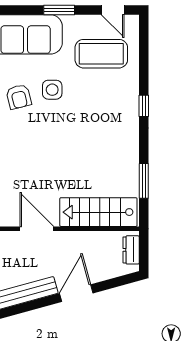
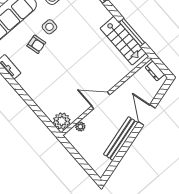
window: (144, 181) -> (132, 32), width x1.44
stairs: (98, 212) -> (123, 41), moved, turned -90

